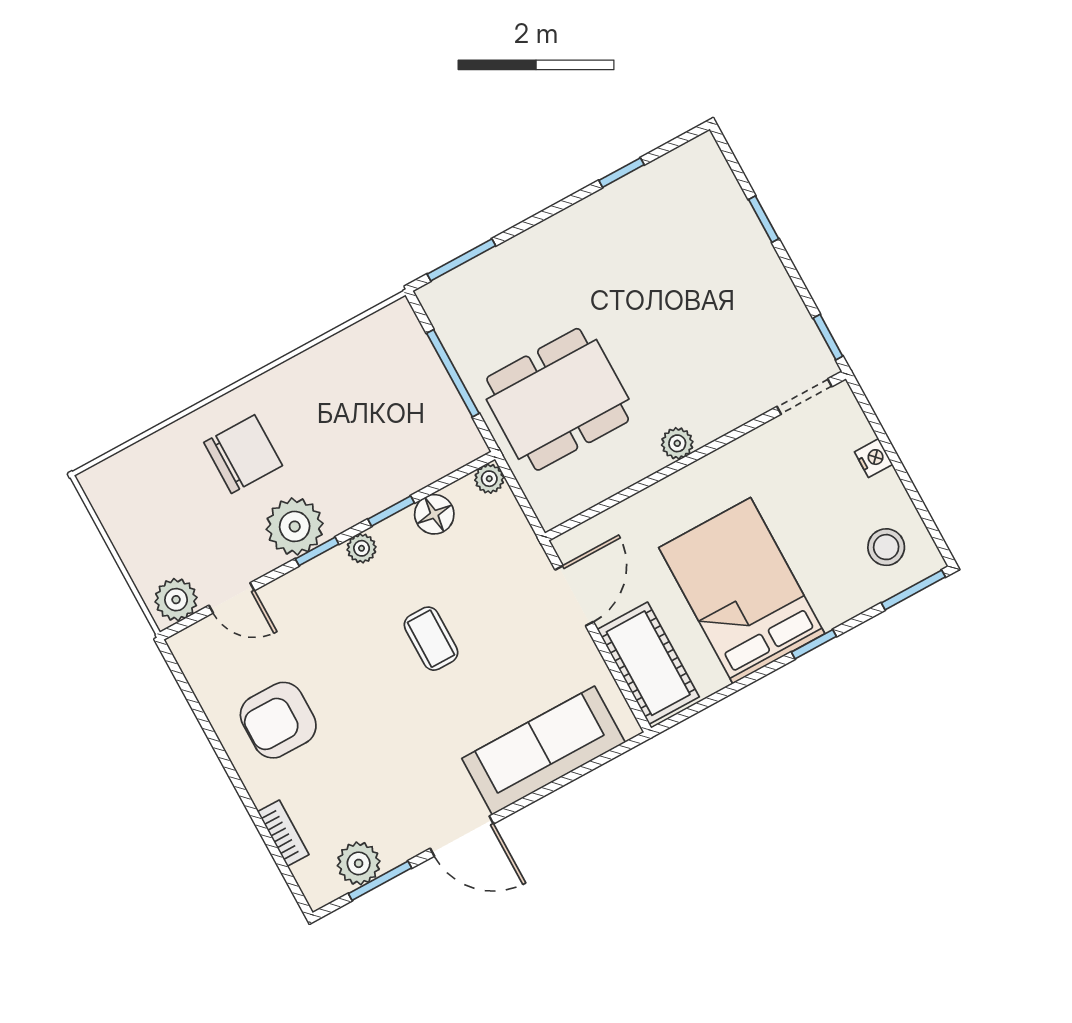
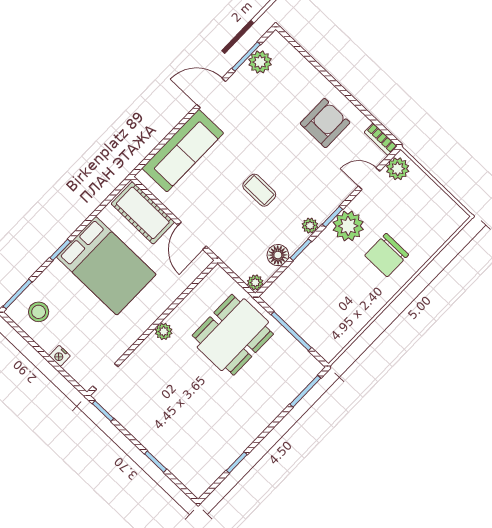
bookcase: (283, 833) -> (381, 139), moved

